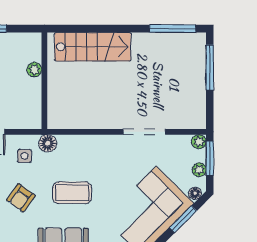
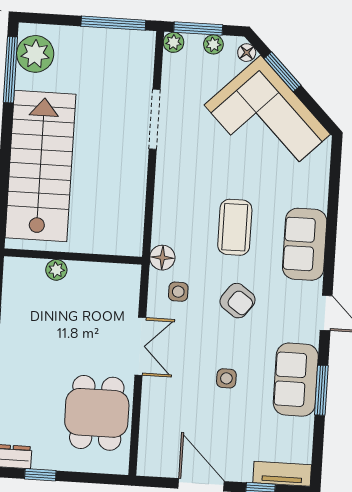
plant: (185, 45) -> (35, 54), added
stairs: (93, 47) -> (41, 166), width x1.36, depth x1.51
window: (210, 67) -> (113, 23), moved

